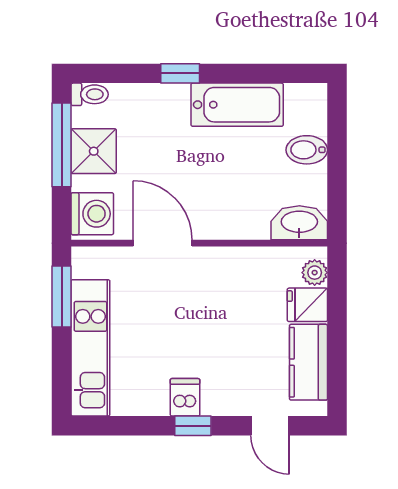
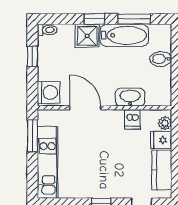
window: (256, 73) -> (134, 19), added
window: (62, 145) -> (32, 56), width x0.46
shower: (94, 151) -> (87, 36), moved
washbasin: (299, 223) -> (130, 97), moved
dishwasher: (185, 397) -> (132, 119), moved, turned 180

